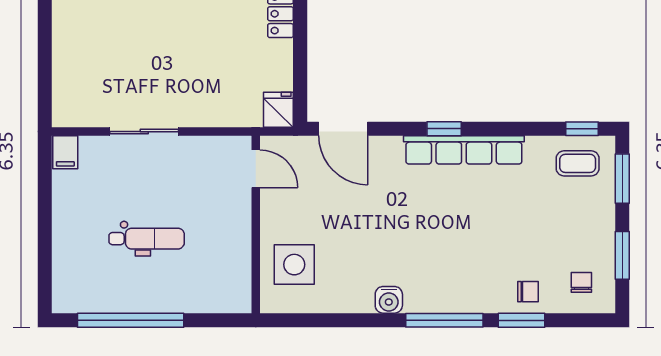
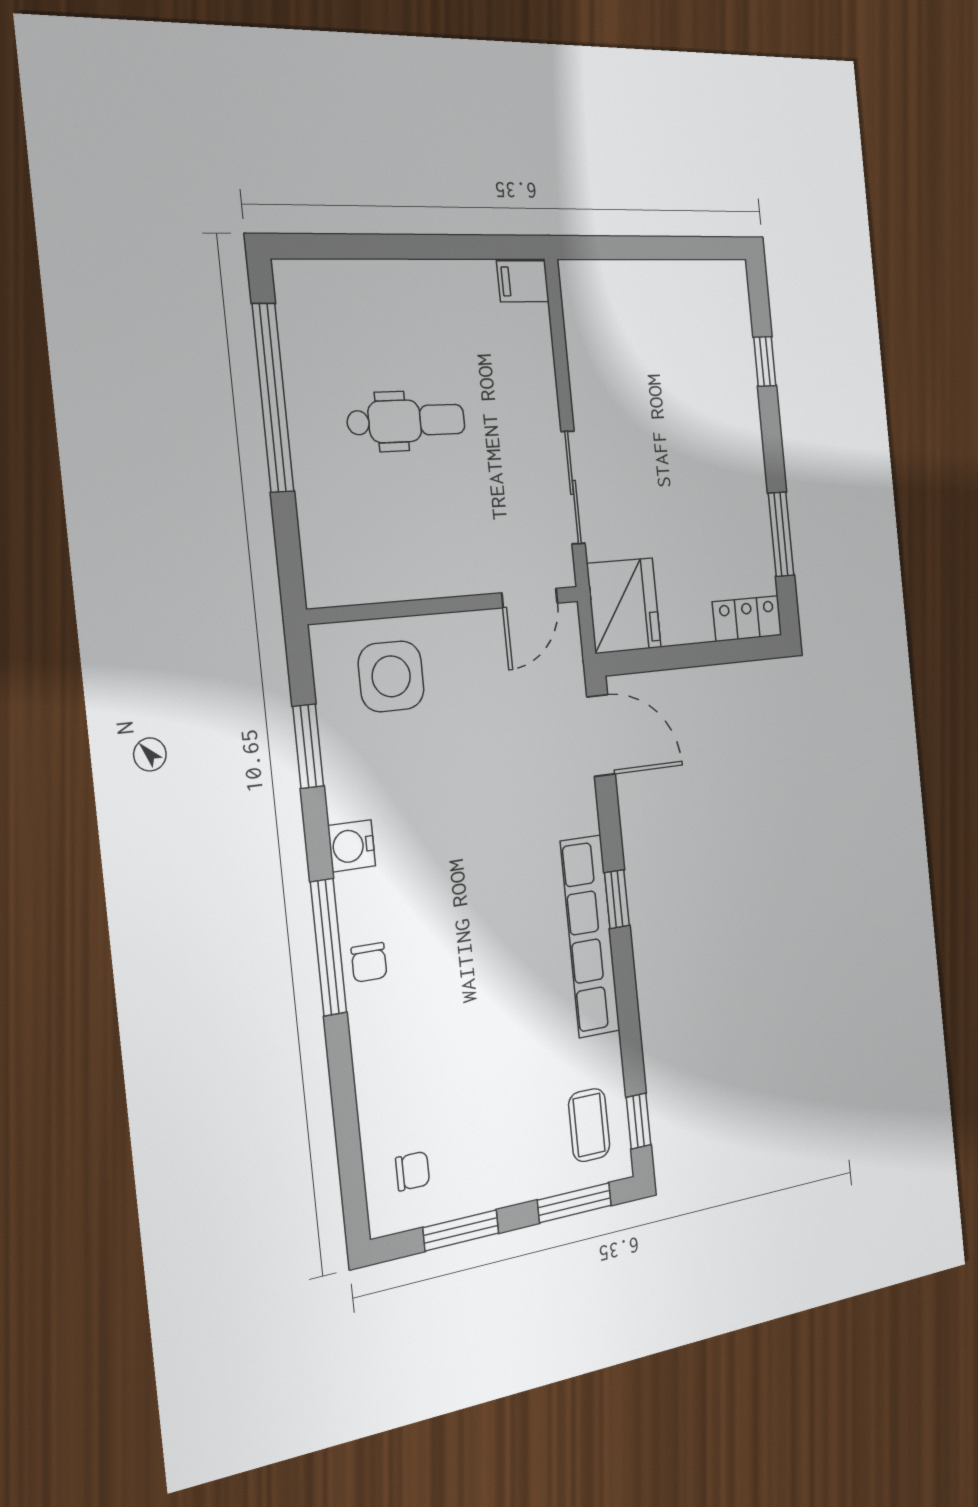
fridge: (278, 110) -> (624, 606), width x1.88, depth x1.34
door: (343, 129) -> (601, 735), swing flipped
sliding door: (144, 132) -> (573, 487), moved
dental chair: (147, 239) -> (406, 421), turned -90
chair: (528, 292) -> (369, 962), moved
window: (522, 320) -> (308, 746), moved

